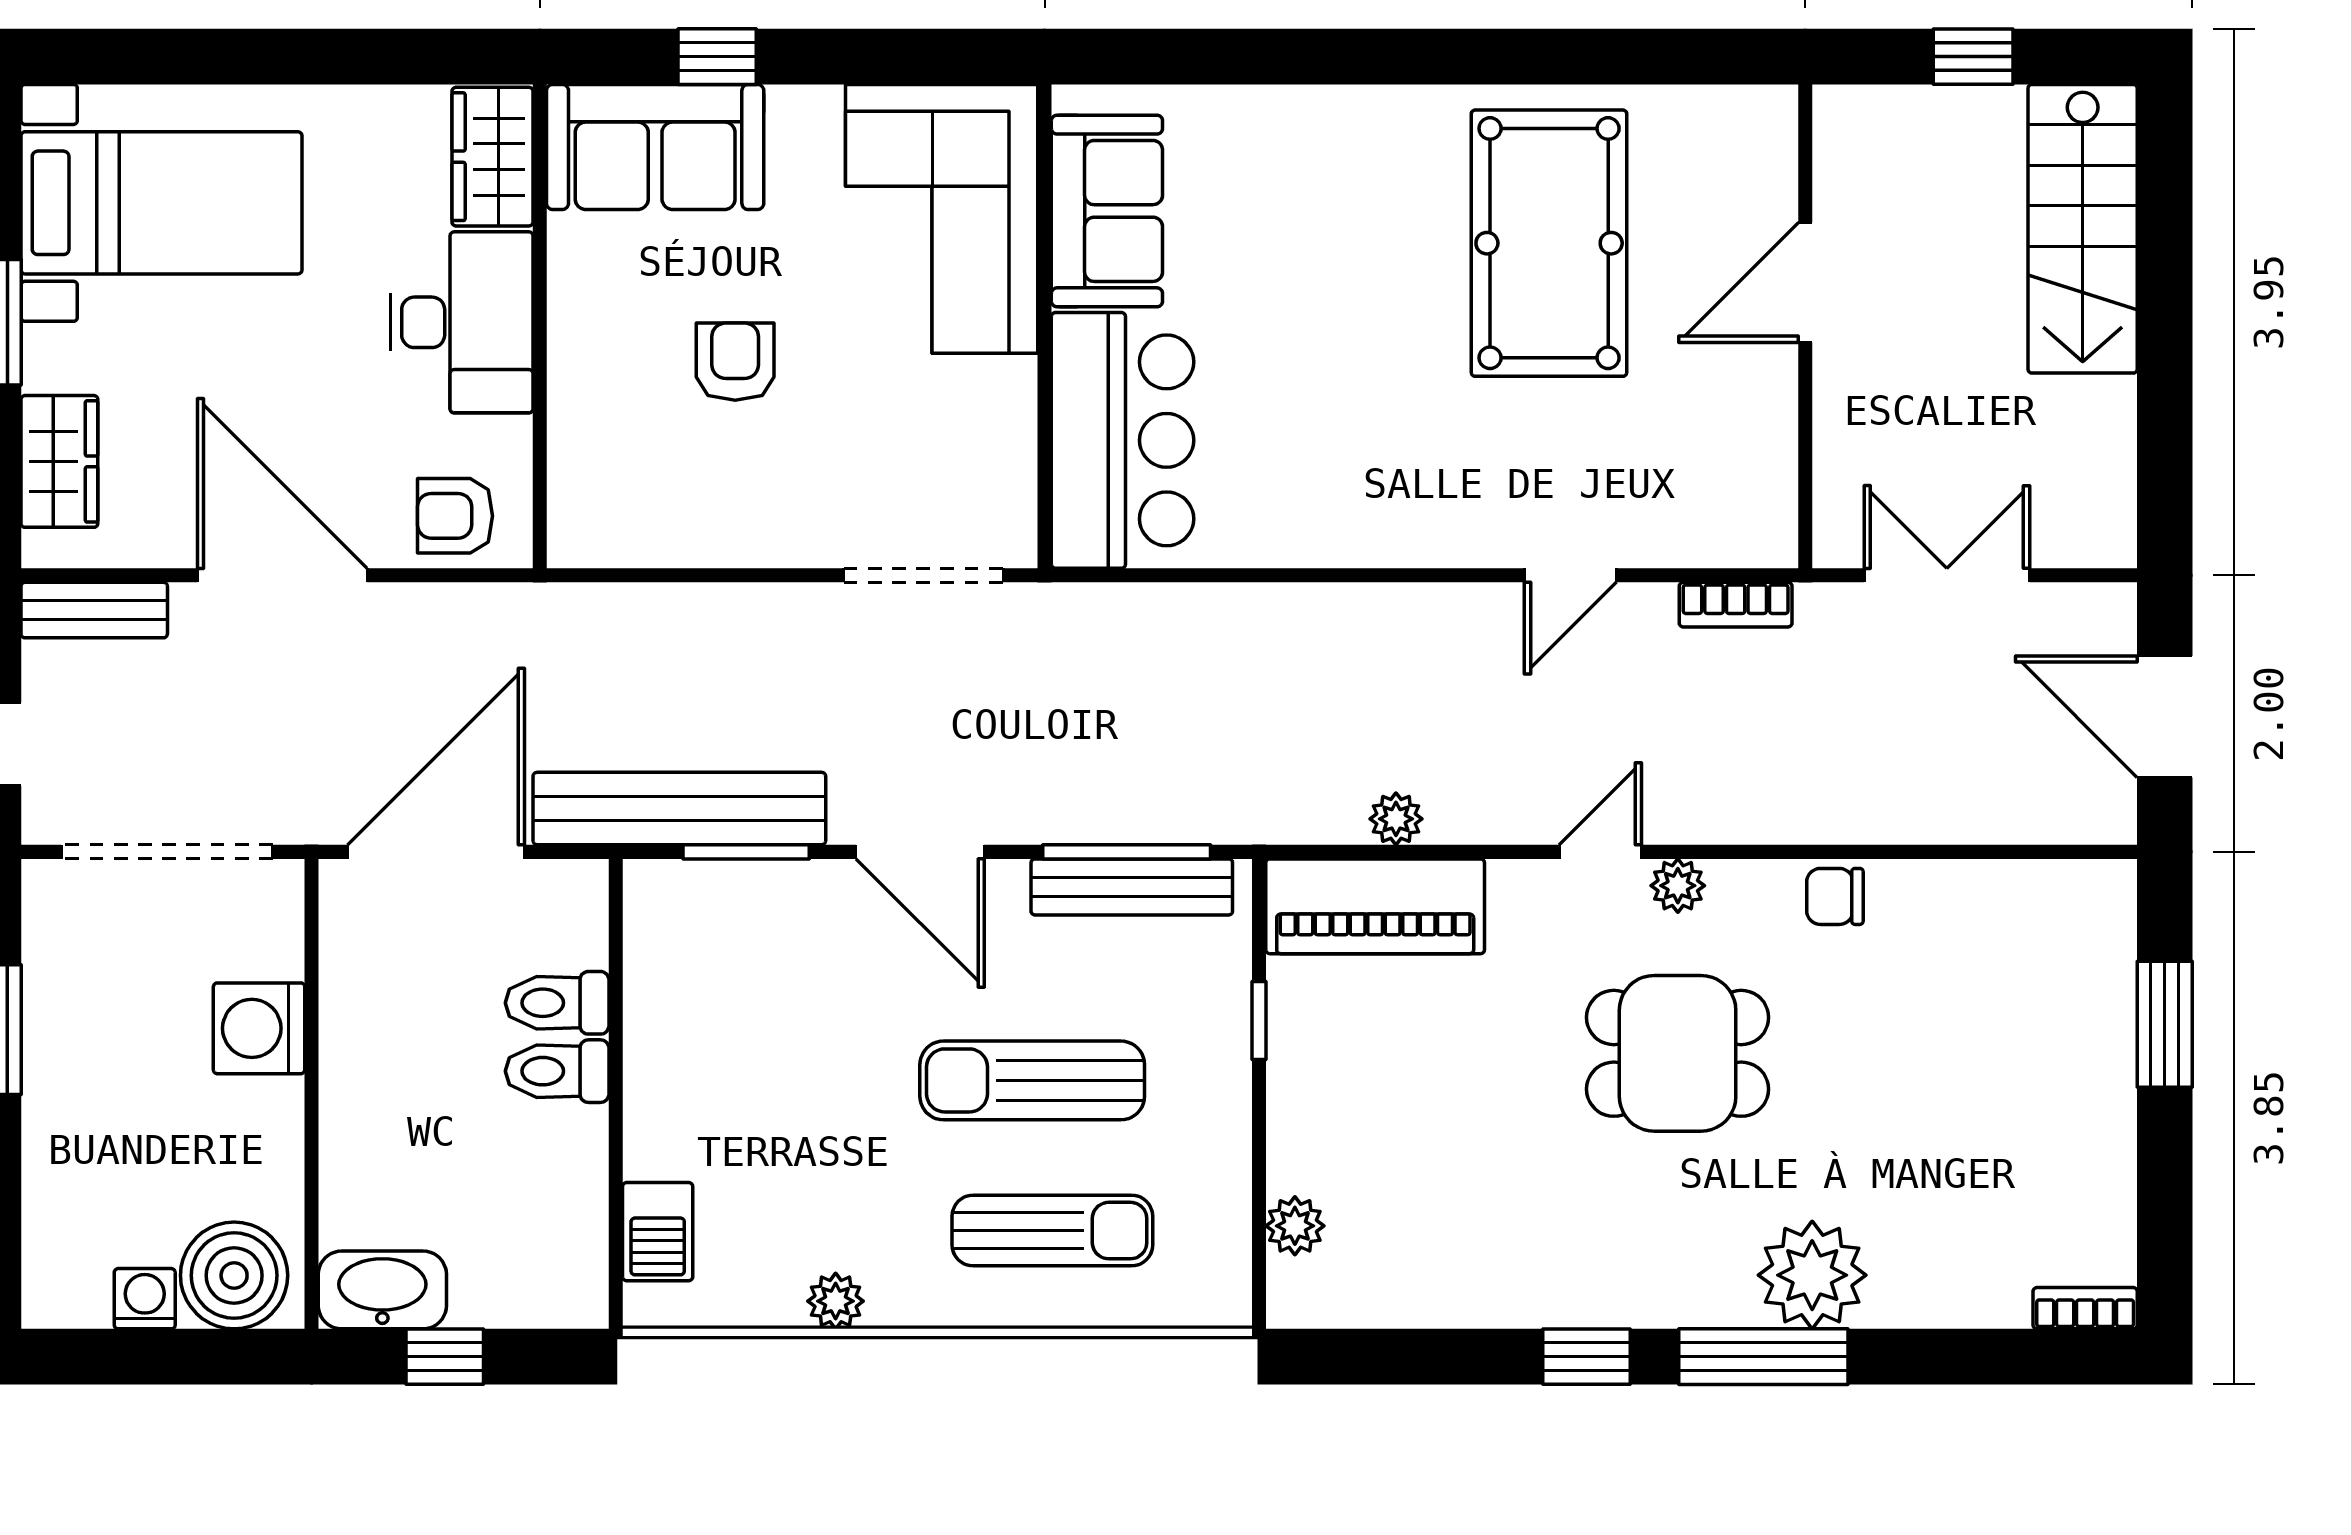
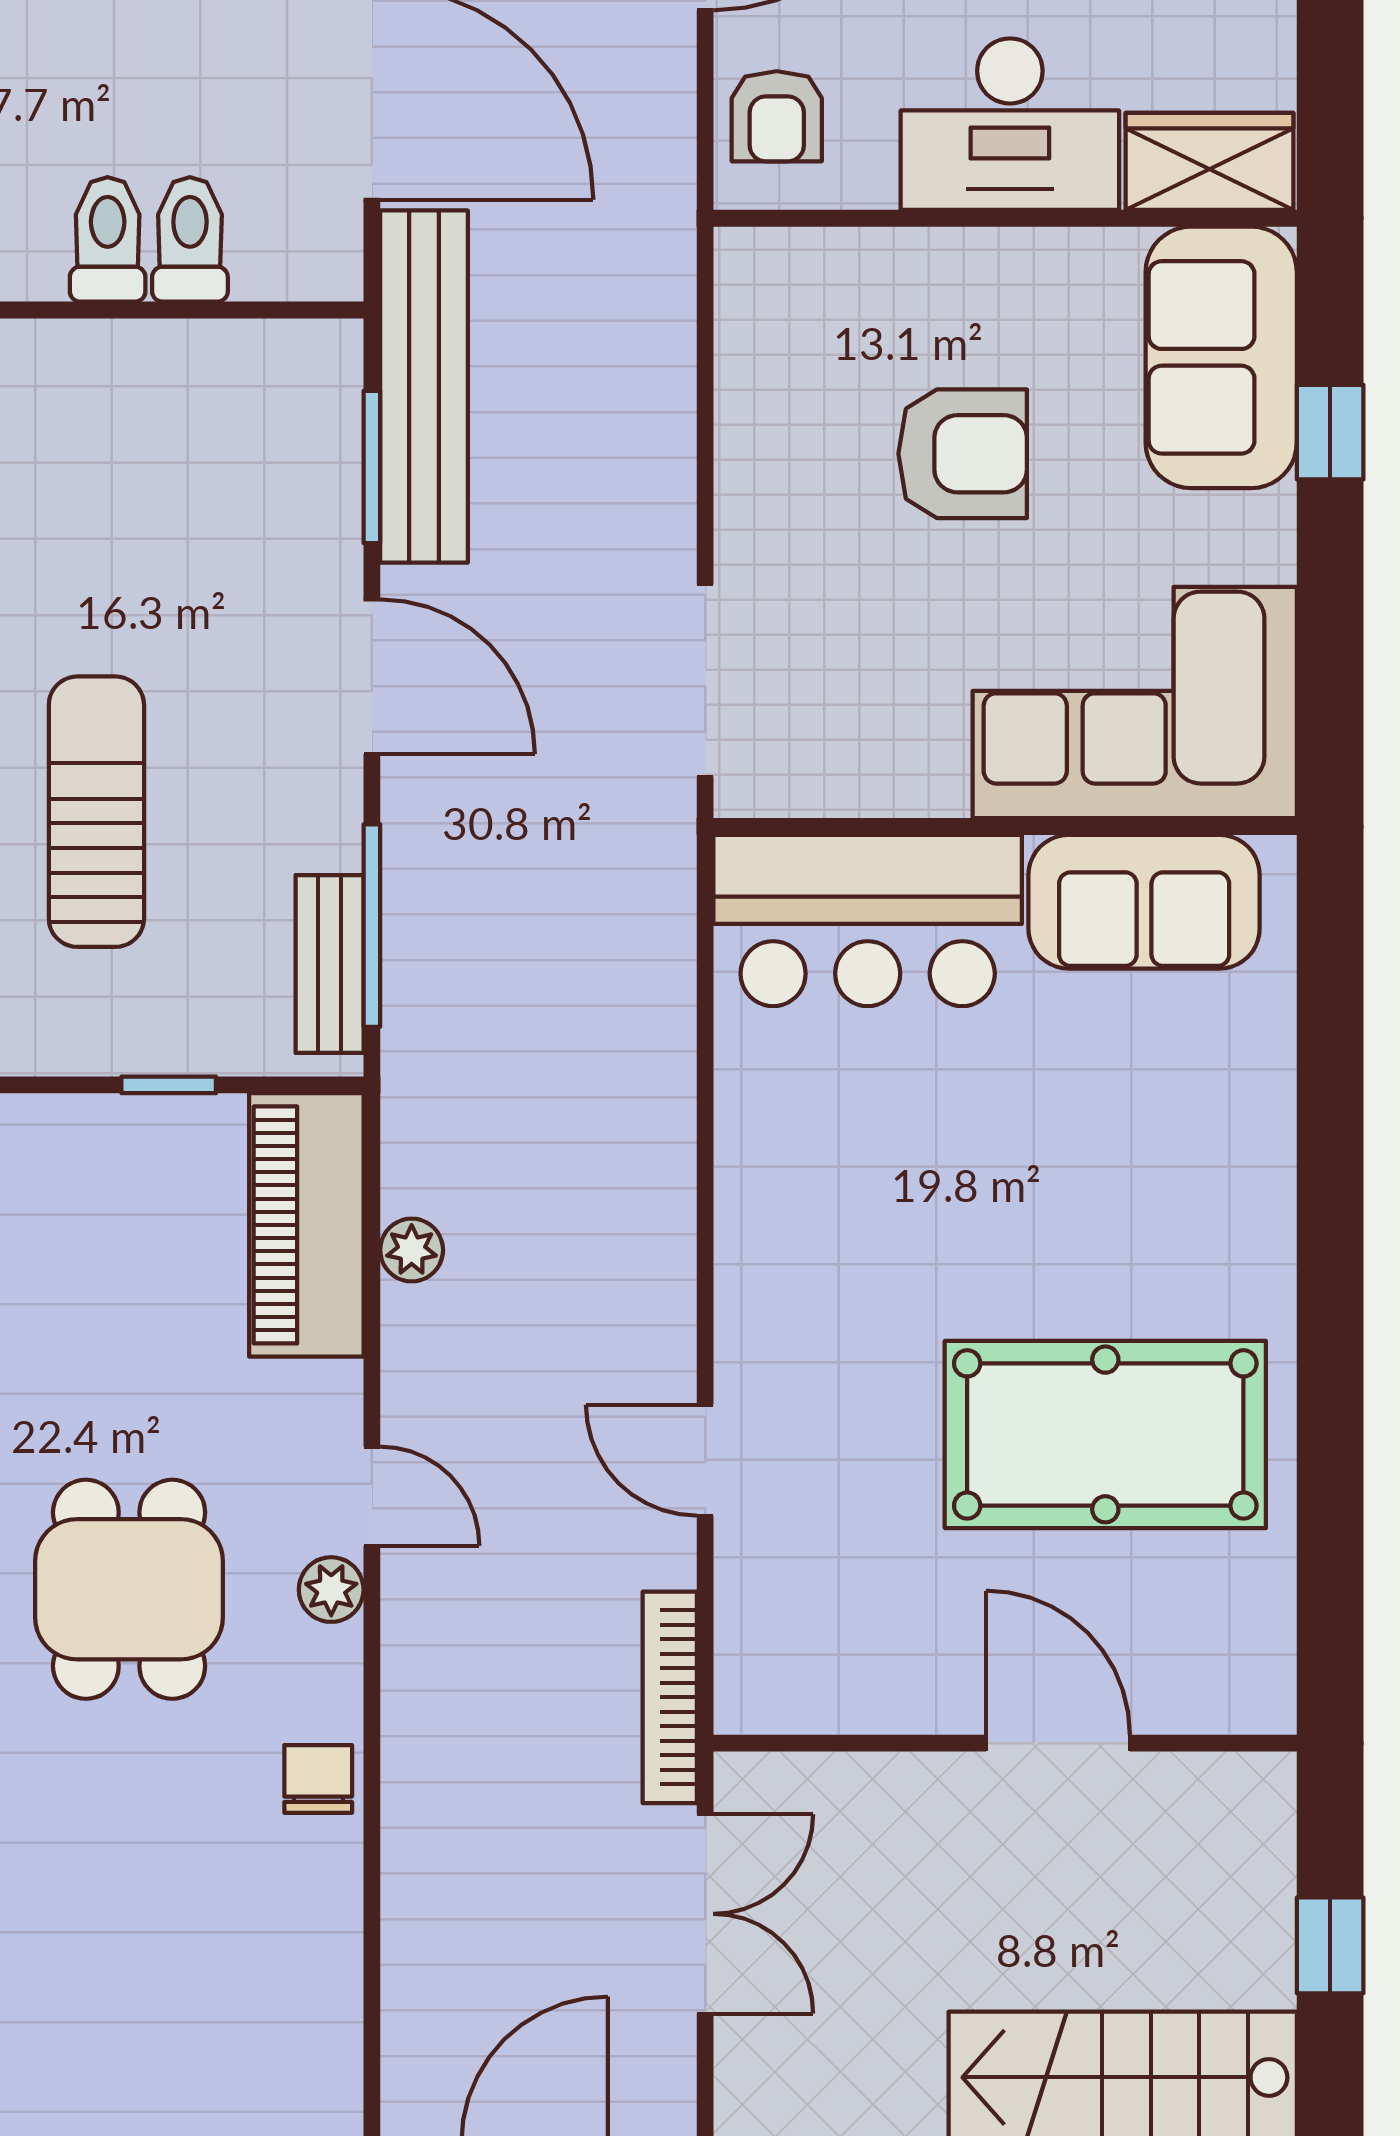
armchair: (735, 362) -> (963, 454), width x1.38, depth x1.38
armchair: (455, 516) -> (777, 116), turned 180
bookcase: (1736, 605) -> (670, 1697), width x1.56
door: (920, 852) -> (372, 677), swing flipped
bench: (1132, 887) -> (330, 964), width x0.73

